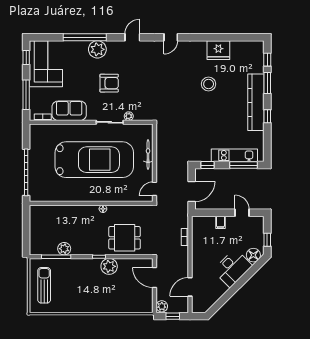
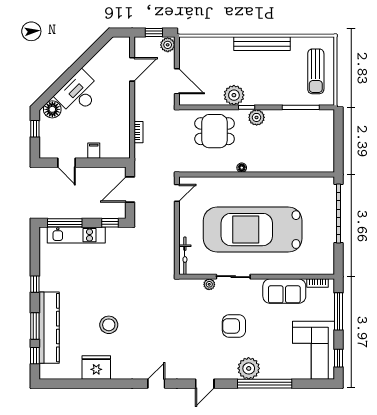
kitchen counter: (256, 102) -> (49, 328), moved
bicycle: (148, 154) -> (185, 256), moved
plant: (64, 249) -> (257, 117), moved
bench: (87, 307) -> (262, 44), added

